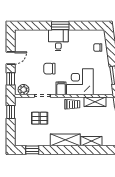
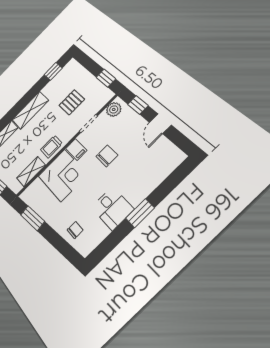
desk: (58, 40) -> (112, 208), moved

